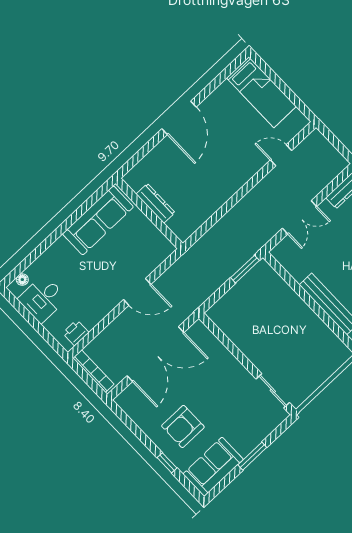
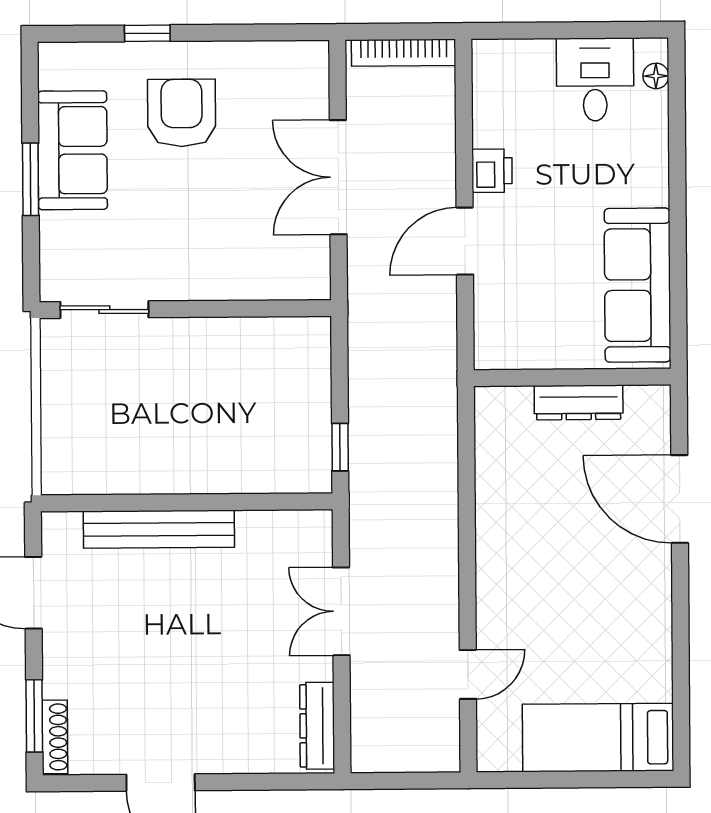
door: (179, 118) -> (680, 499), moved
window: (245, 269) -> (340, 447), width x0.67
printer: (76, 333) -> (492, 171), moved
double door: (155, 354) -> (338, 177), width x0.73
sofa: (213, 467) -> (73, 150), moved

